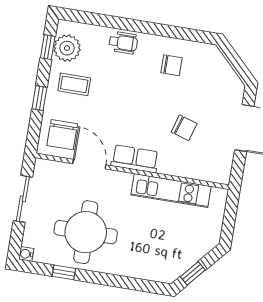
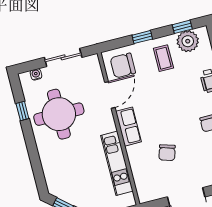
water cooler: (26, 254) -> (36, 74), moved

